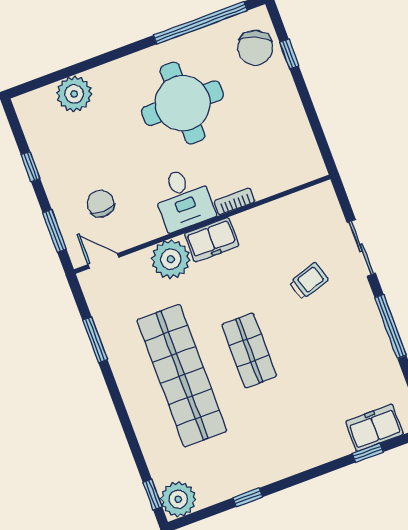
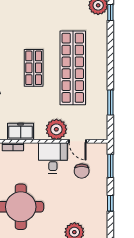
desk: (183, 199) -> (53, 158), moved
freezer: (212, 240) -> (21, 131), moved
door: (103, 261) -> (78, 141), moved

